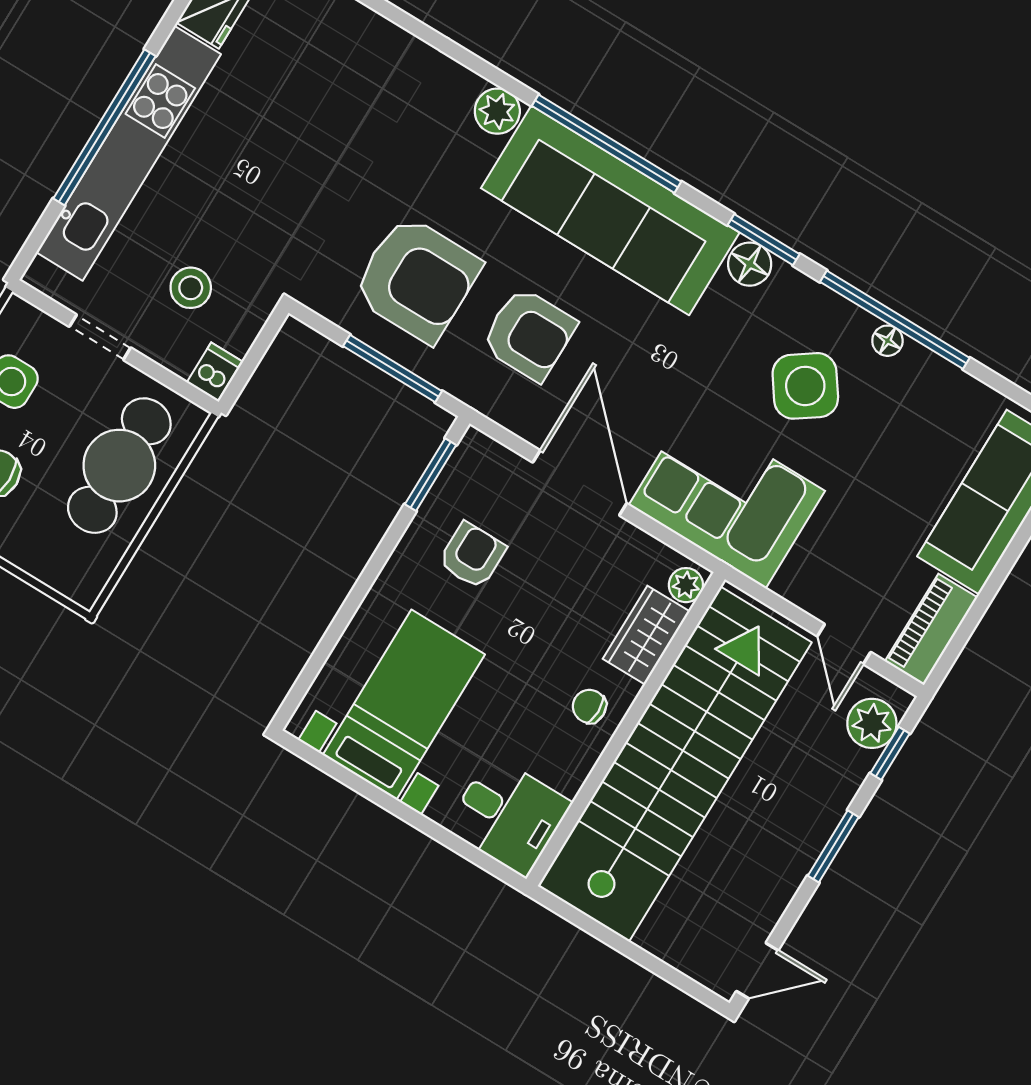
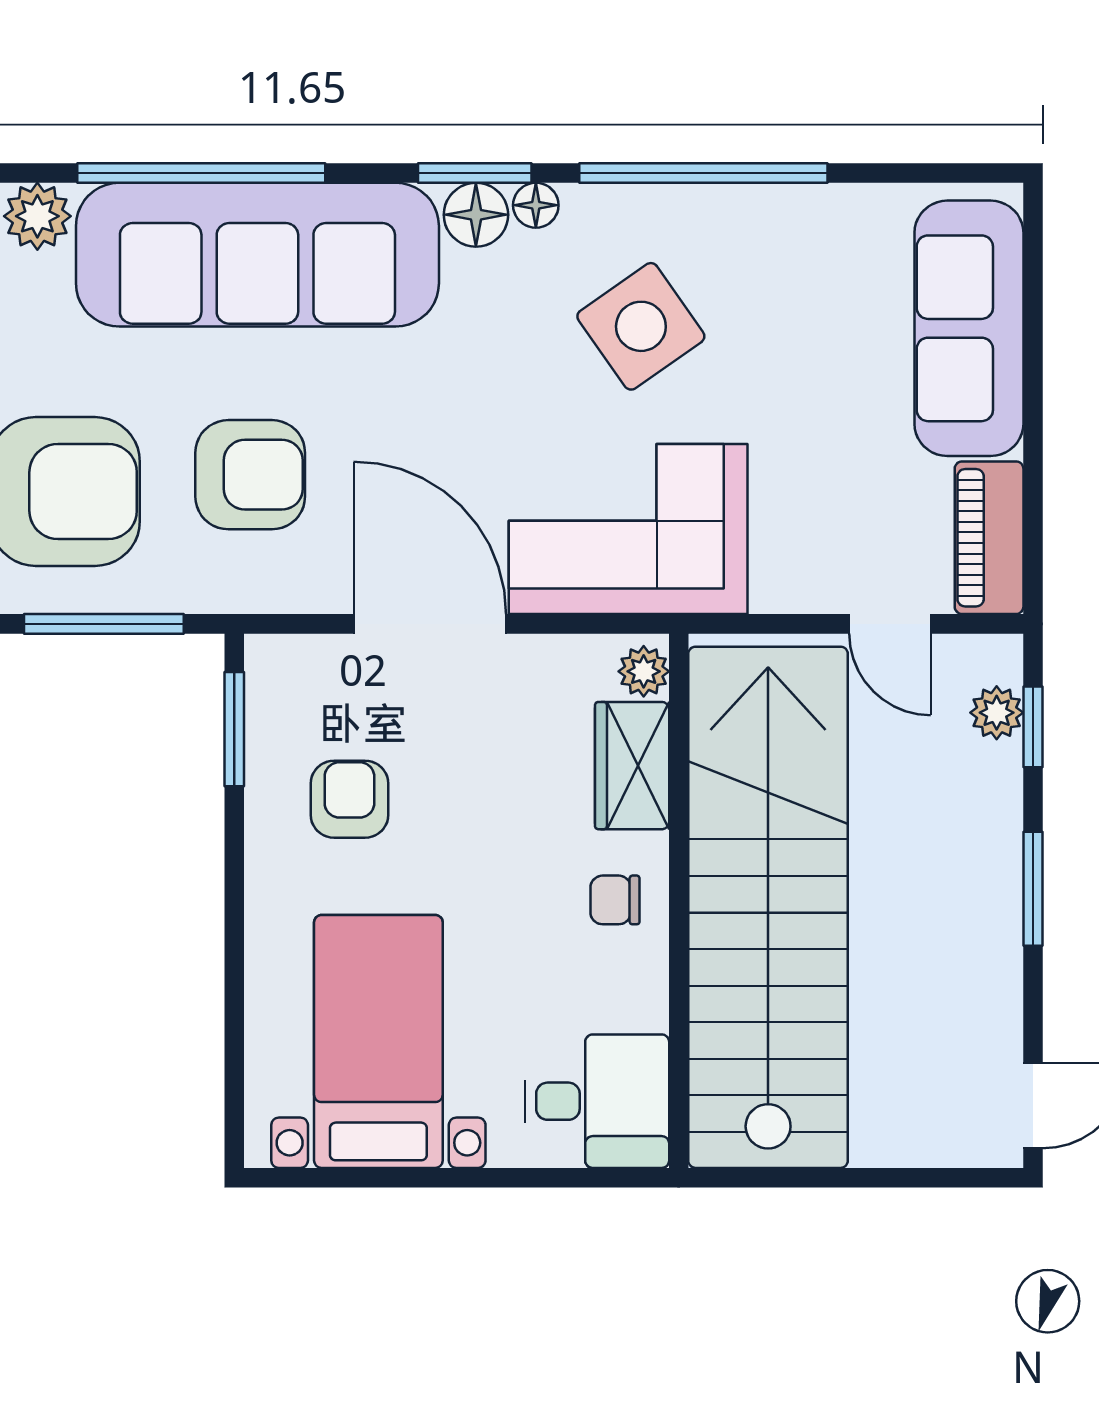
floor lamp: (887, 341) -> (536, 205), moved
plant: (872, 723) -> (997, 713), width x0.73, depth x0.73

